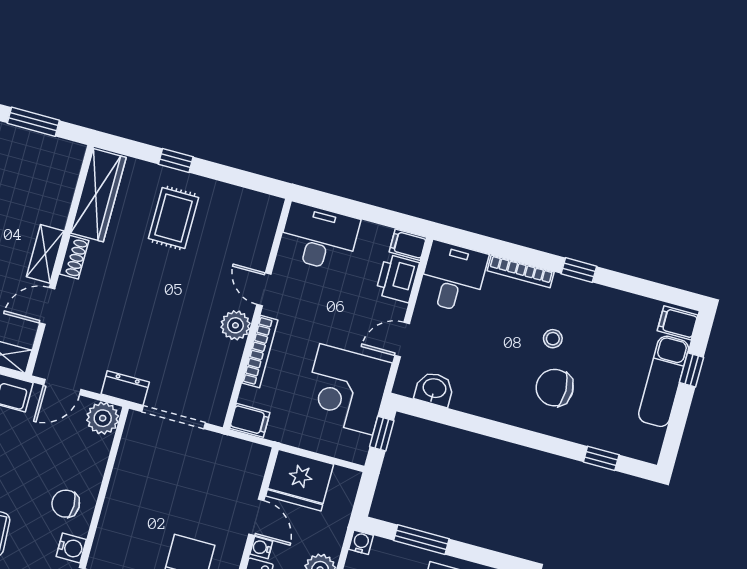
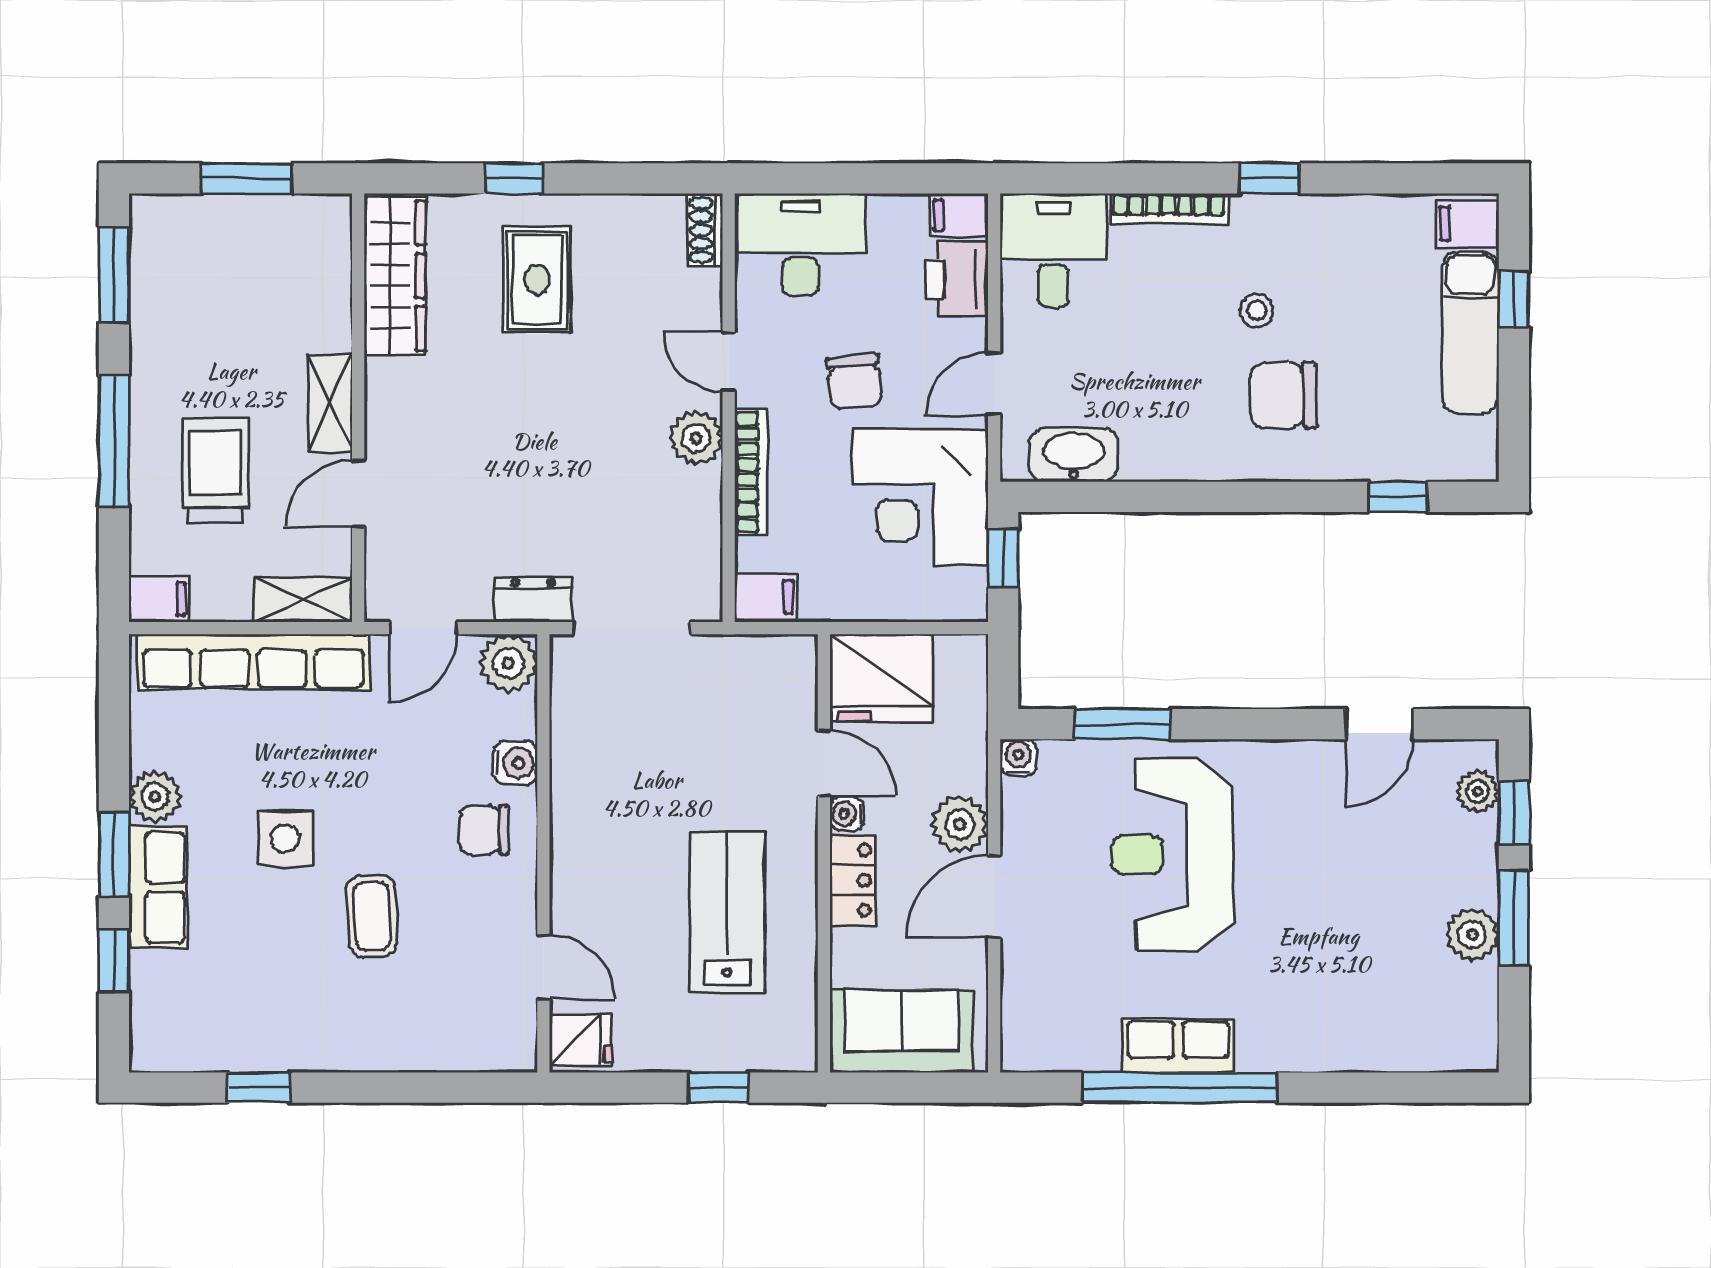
shoe rack: (74, 257) -> (705, 230), moved, turned 180
chair: (328, 318) -> (855, 381), added
washbasin: (434, 389) -> (1074, 455), width x1.38
water cooler: (71, 548) -> (515, 763), moved

